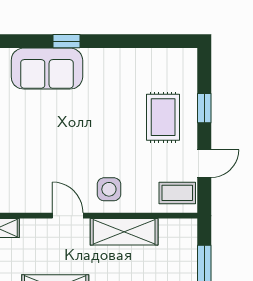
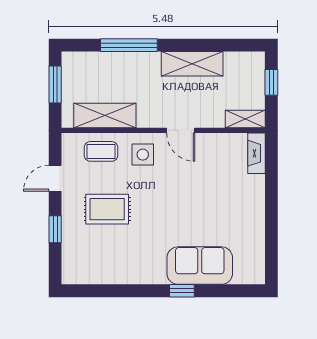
rug: (163, 117) -> (107, 209), moved, turned 90
coffee table: (177, 193) -> (101, 151), moved
shelving: (124, 232) -> (105, 116), moved

